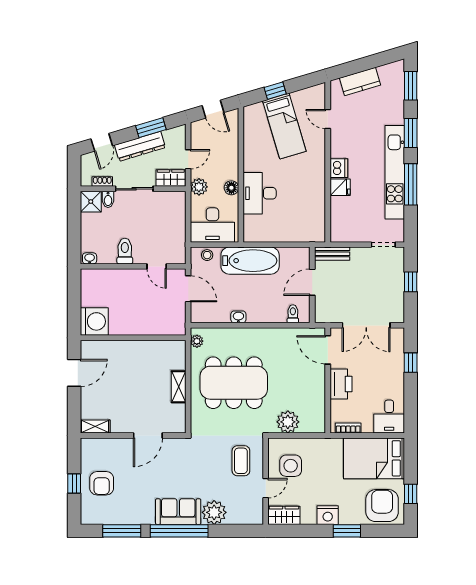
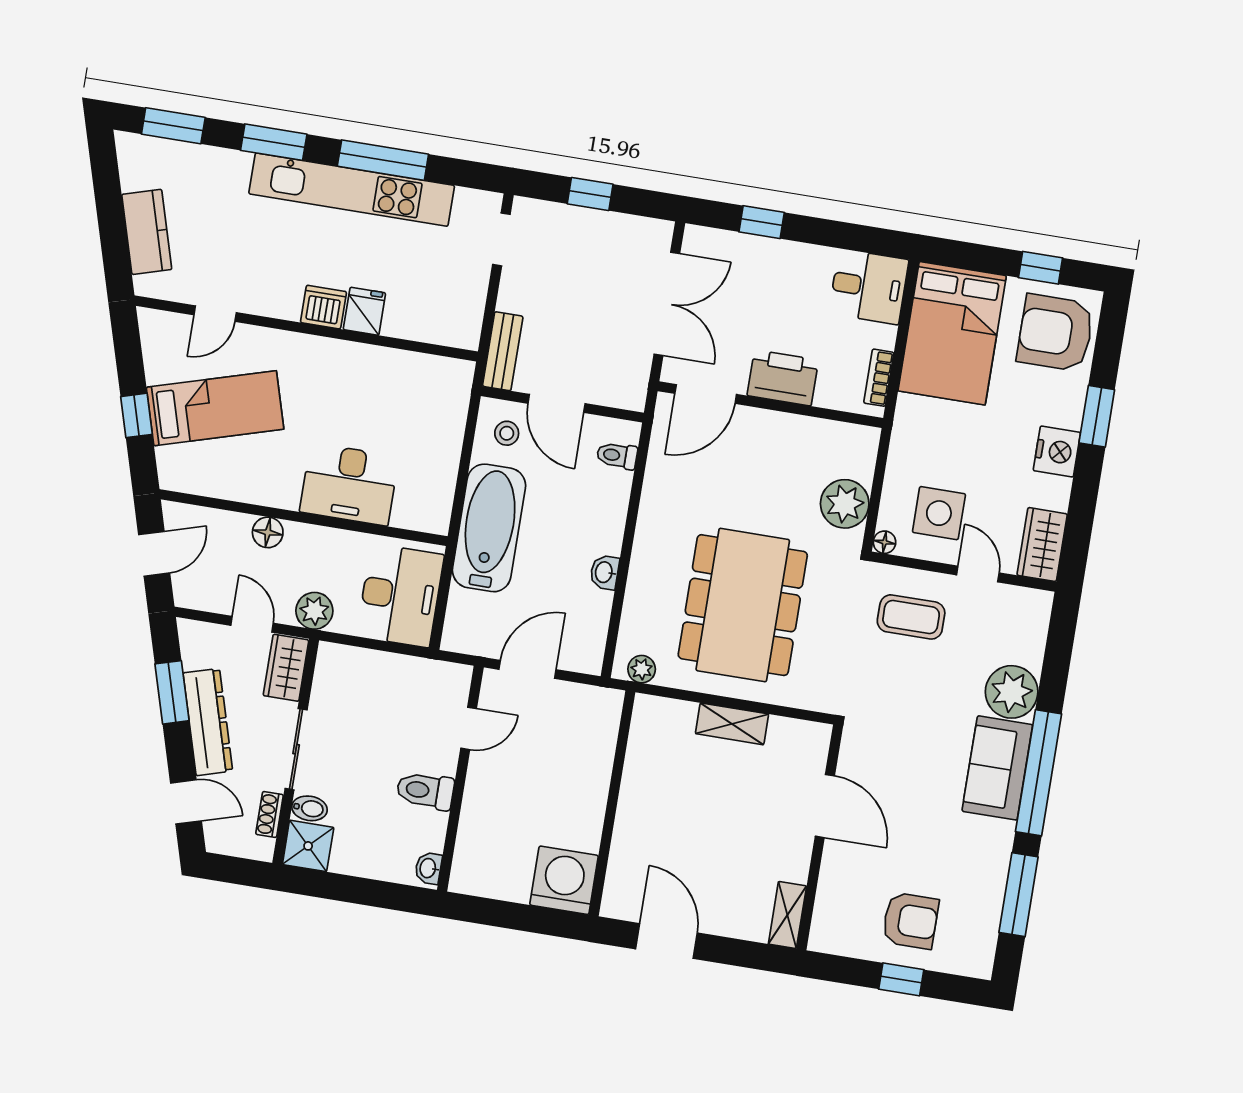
floor lamp: (231, 188) -> (268, 532), moved
stool: (207, 255) -> (507, 433), moved
floor lamp: (273, 443) -> (885, 542), added

